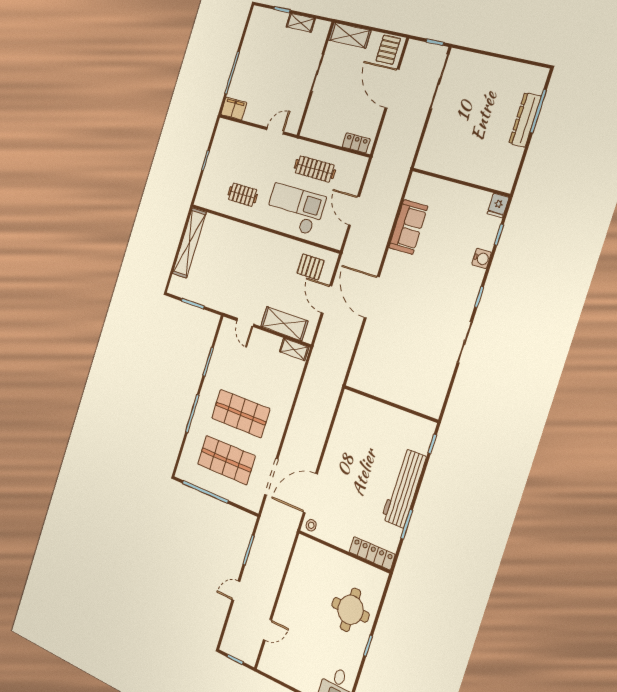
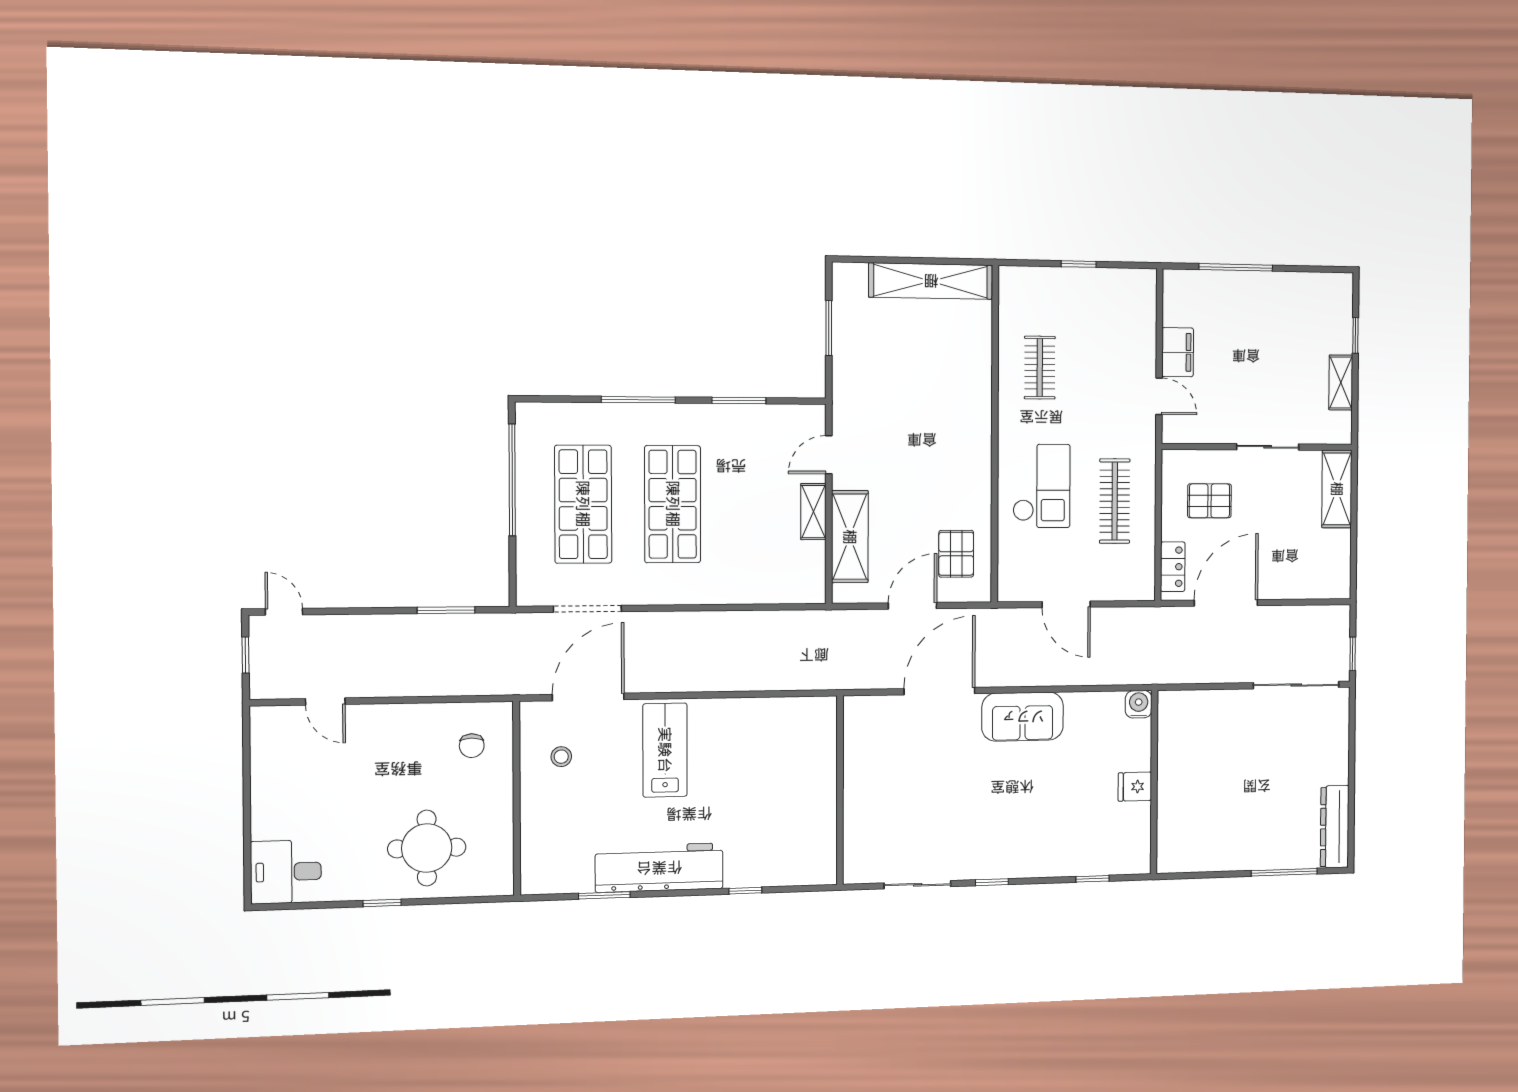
pallet: (388, 50) -> (1209, 501), moved
door: (392, 89) -> (1226, 603), moved
filing cabinet: (234, 108) -> (1178, 352), moved
dresser: (525, 120) -> (1335, 827), moved, turned -90
fridge: (498, 206) -> (1135, 787), moved
checkout: (295, 209) -> (1042, 486), width x0.73, depth x0.83
door: (354, 211) -> (1066, 604), swing flipped
sofa: (408, 227) -> (1023, 717), moved
water cooler: (482, 258) -> (1139, 704), moved, turned 180
shelving: (294, 349) -> (813, 512), moved
wall: (391, 404) -> (840, 790), moved
lab bench: (348, 462) -> (665, 750), added
door: (310, 493) -> (588, 697), hinge flipped
stool: (311, 525) -> (561, 757), moved
locker: (372, 553) -> (534, 851), removed
chair: (312, 564) -> (472, 746), added
door: (236, 591) -> (284, 612), moved

